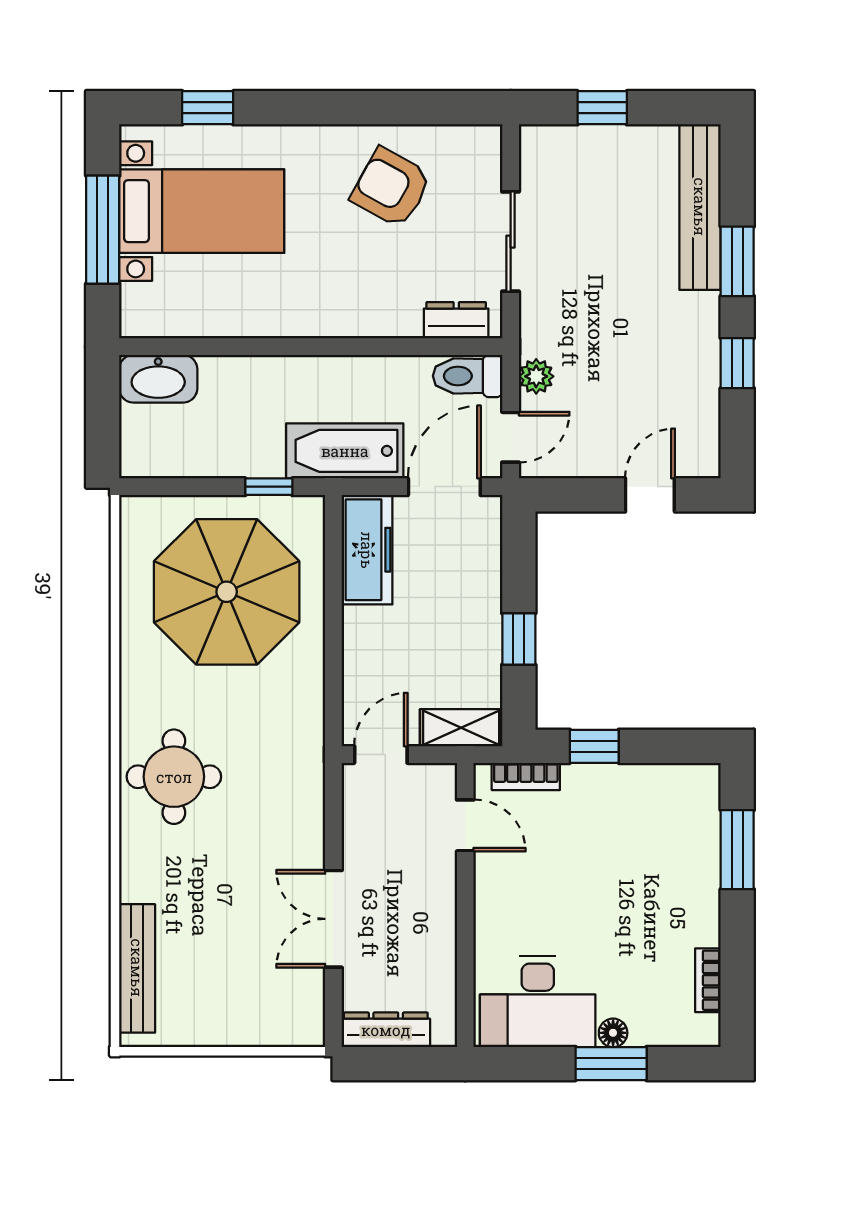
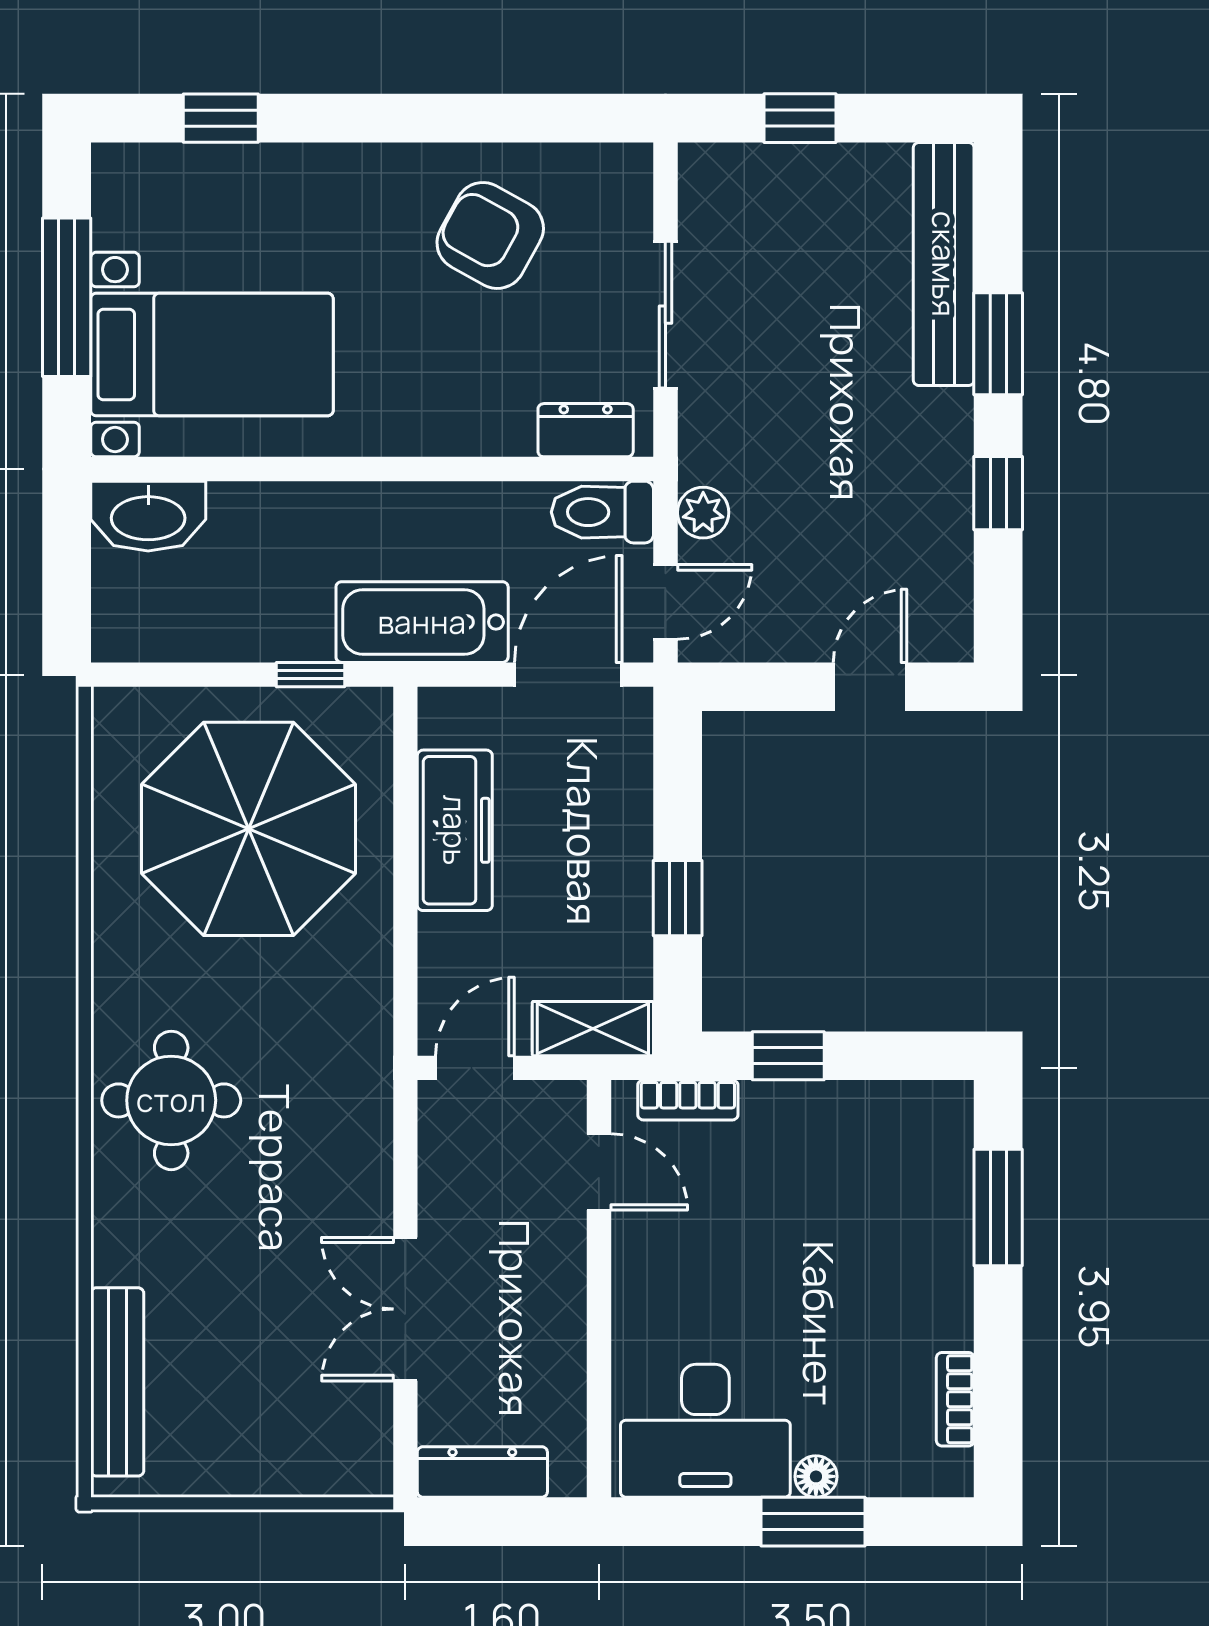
bed with nightstands: (202, 211) -> (212, 355), moved
freezer: (367, 550) -> (455, 830), moved

